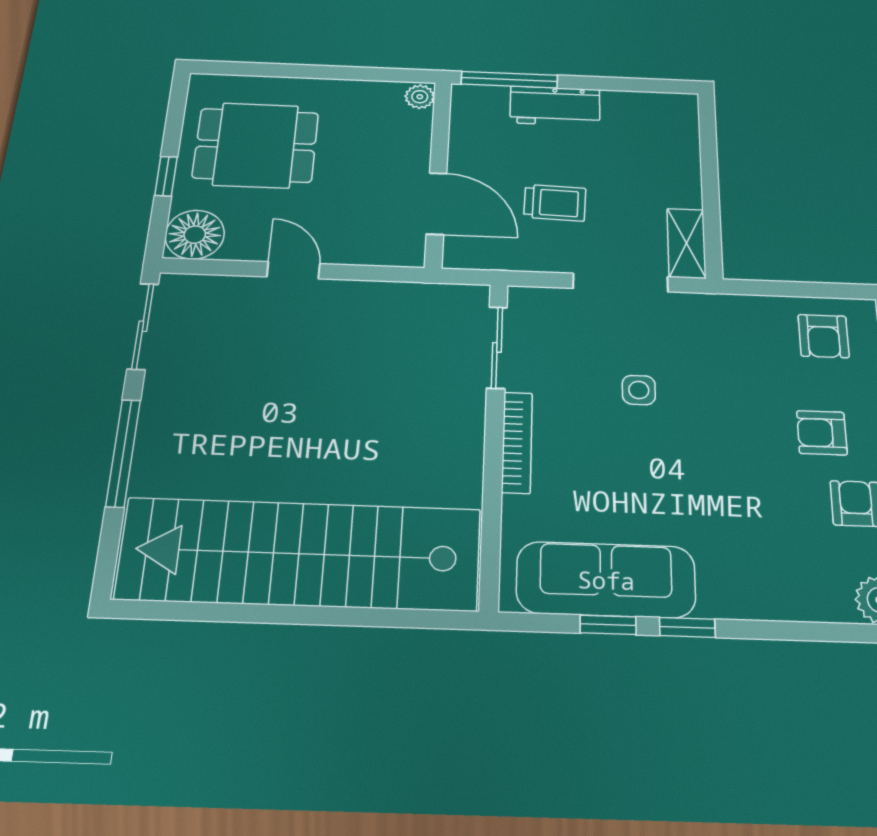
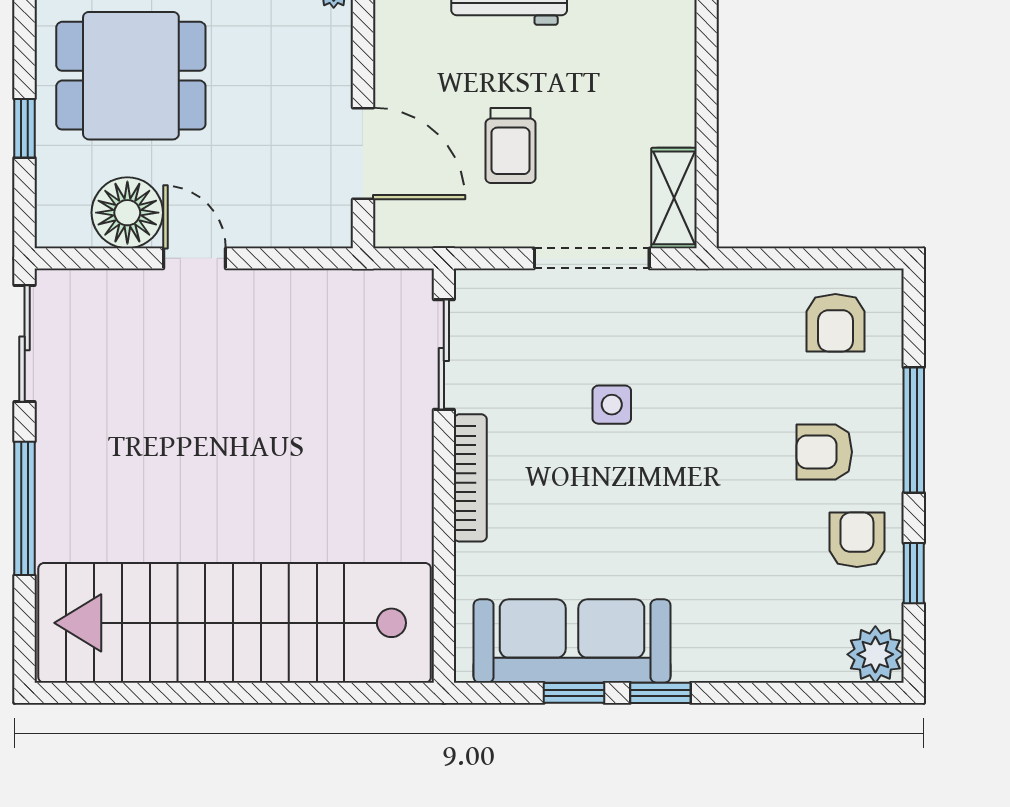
trolley: (555, 203) -> (510, 146), turned 88
floor lamp: (195, 235) -> (127, 213), moved

